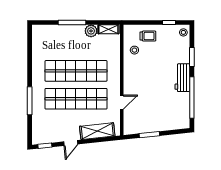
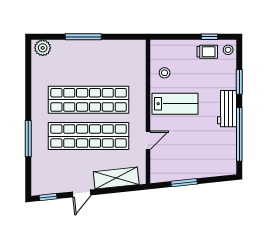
shelving: (108, 29) -> (131, 46), removed
plant: (91, 31) -> (43, 48), moved
trolley: (148, 36) -> (207, 52), moved
lab bench: (143, 74) -> (175, 104), added

